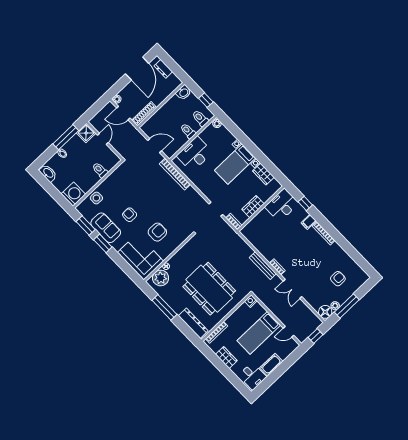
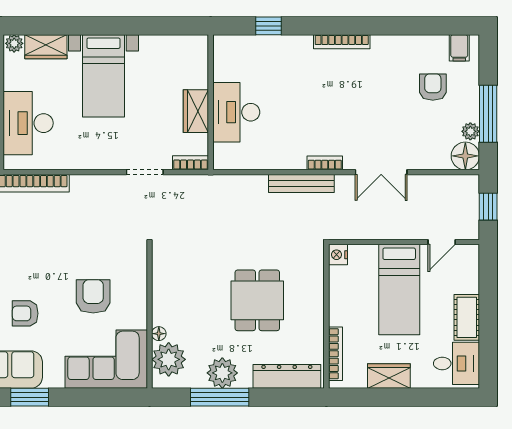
wardrobe: (263, 174) -> (46, 47), moved
desk: (282, 205) -> (236, 112), moved
filing cabinet: (309, 222) -> (459, 48), moved
dining table: (209, 289) -> (257, 300), width x0.53, depth x0.80
plant: (173, 300) -> (222, 373), added

